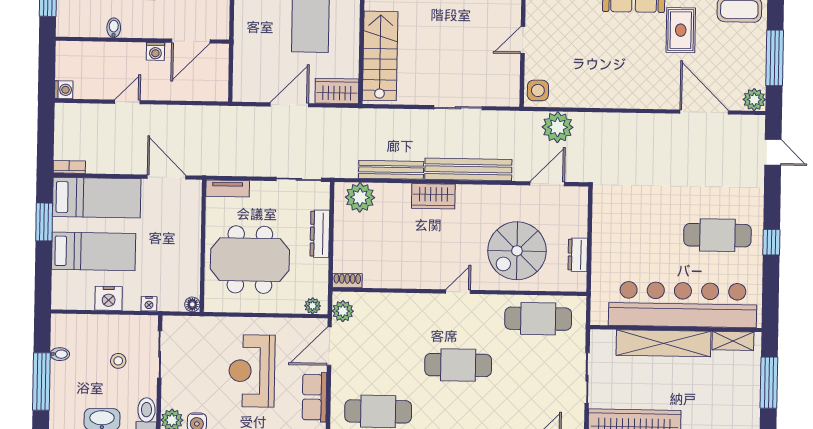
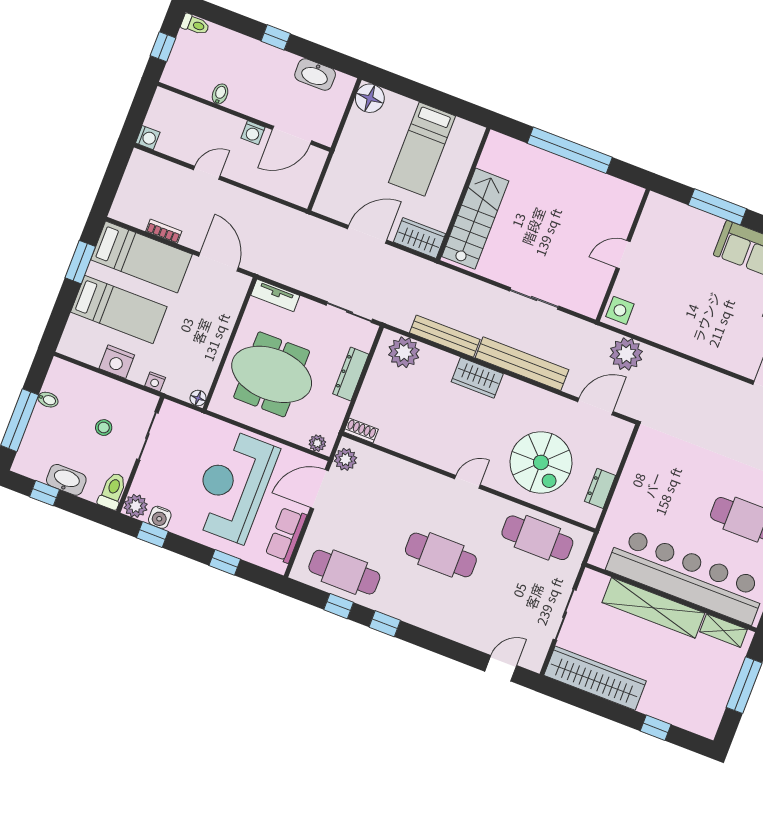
bookcase: (69, 167) -> (164, 231), moved
spiral stairs: (517, 251) -> (541, 462), turned -90
reception desk: (252, 371) -> (233, 486), width x1.36, depth x1.30

